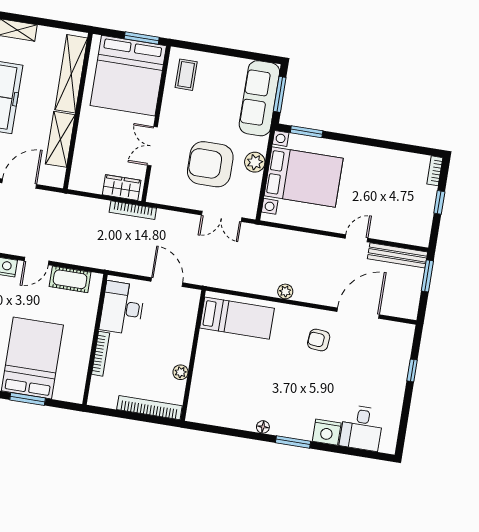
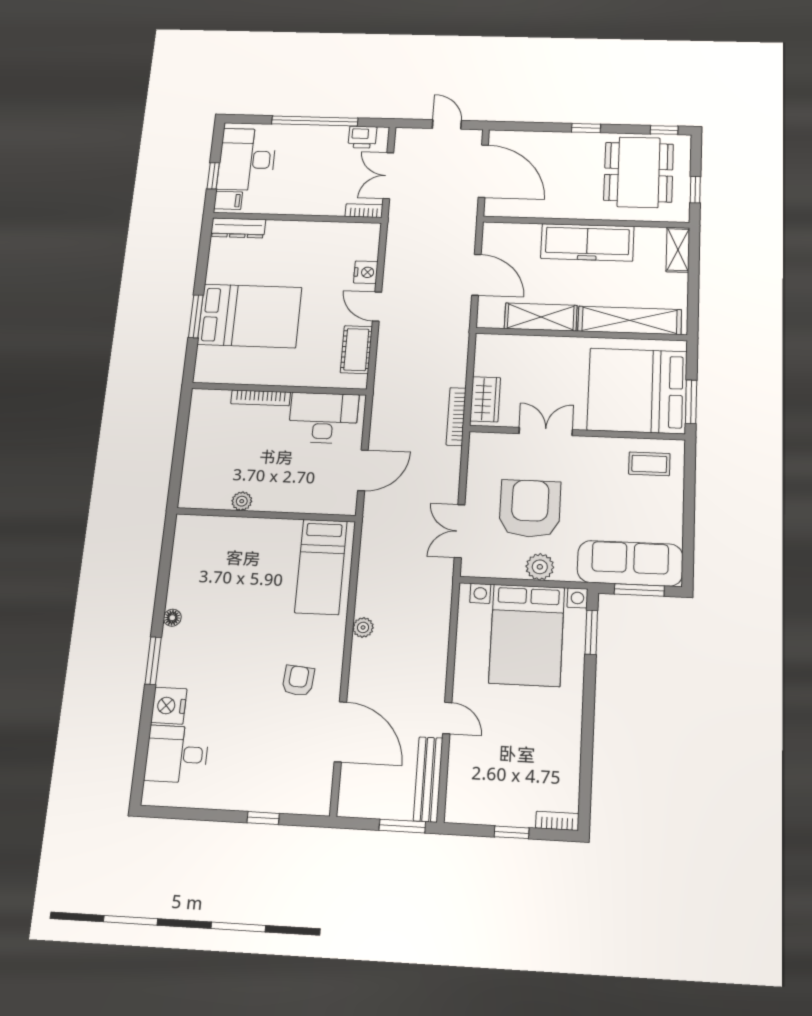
bookcase: (149, 408) -> (192, 467), removed

